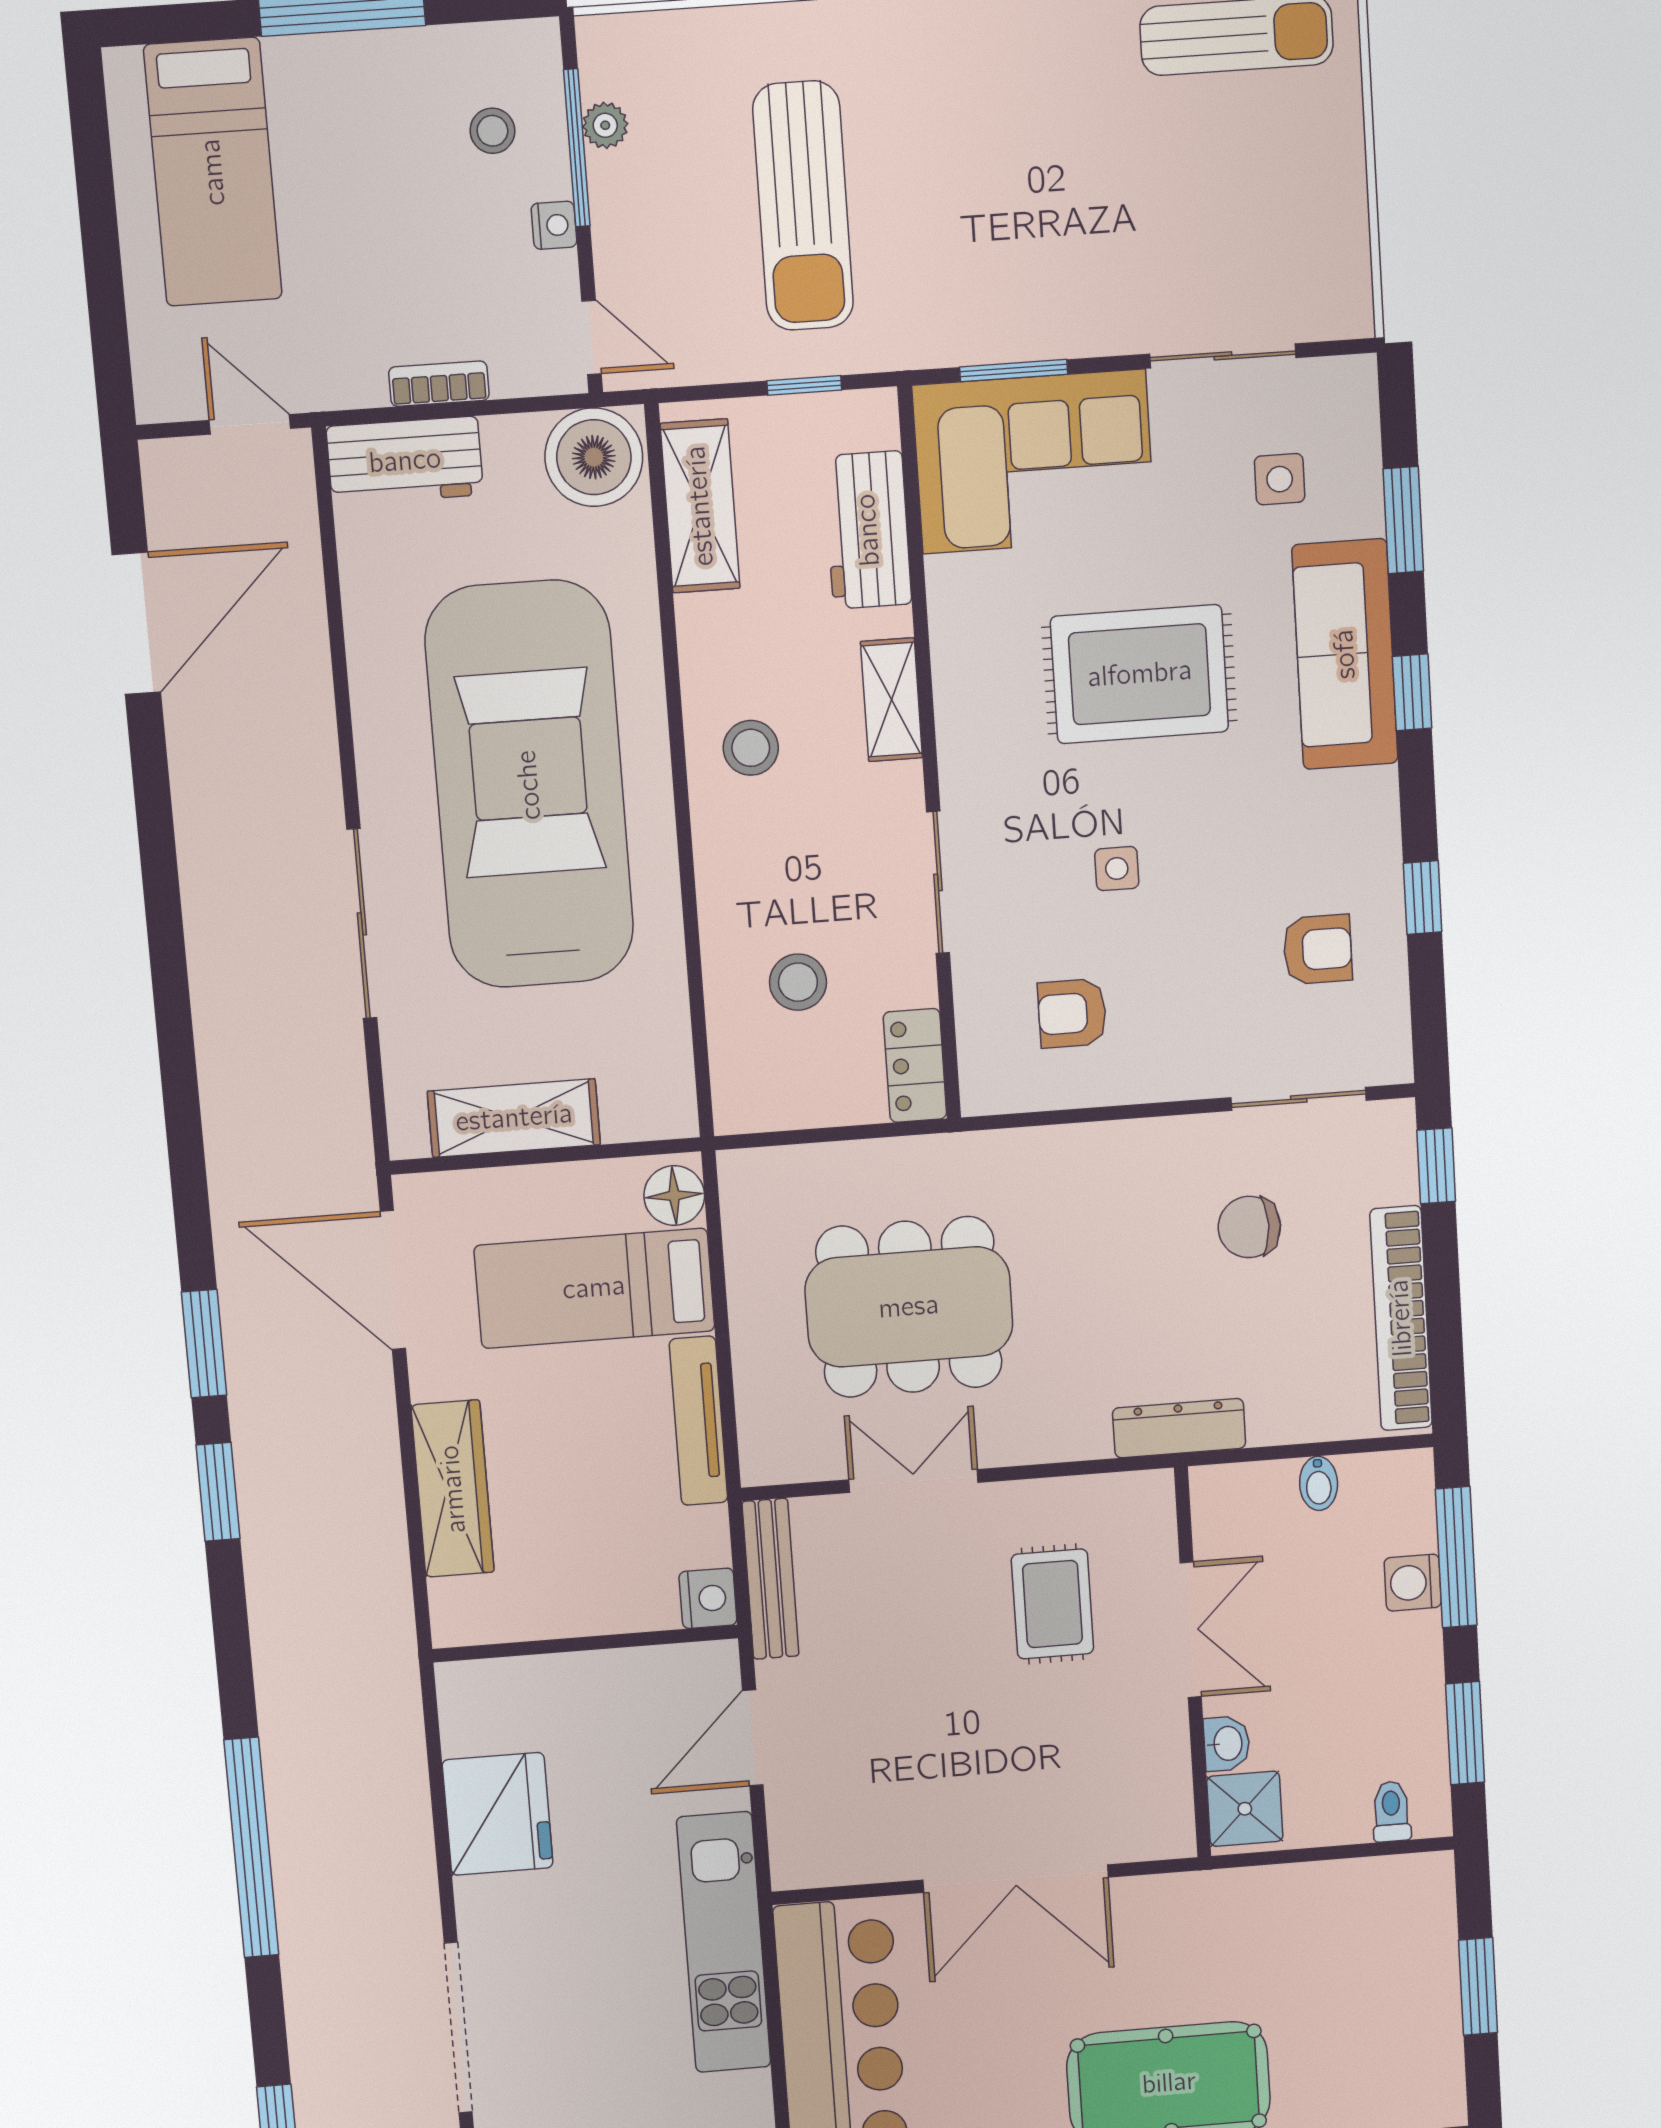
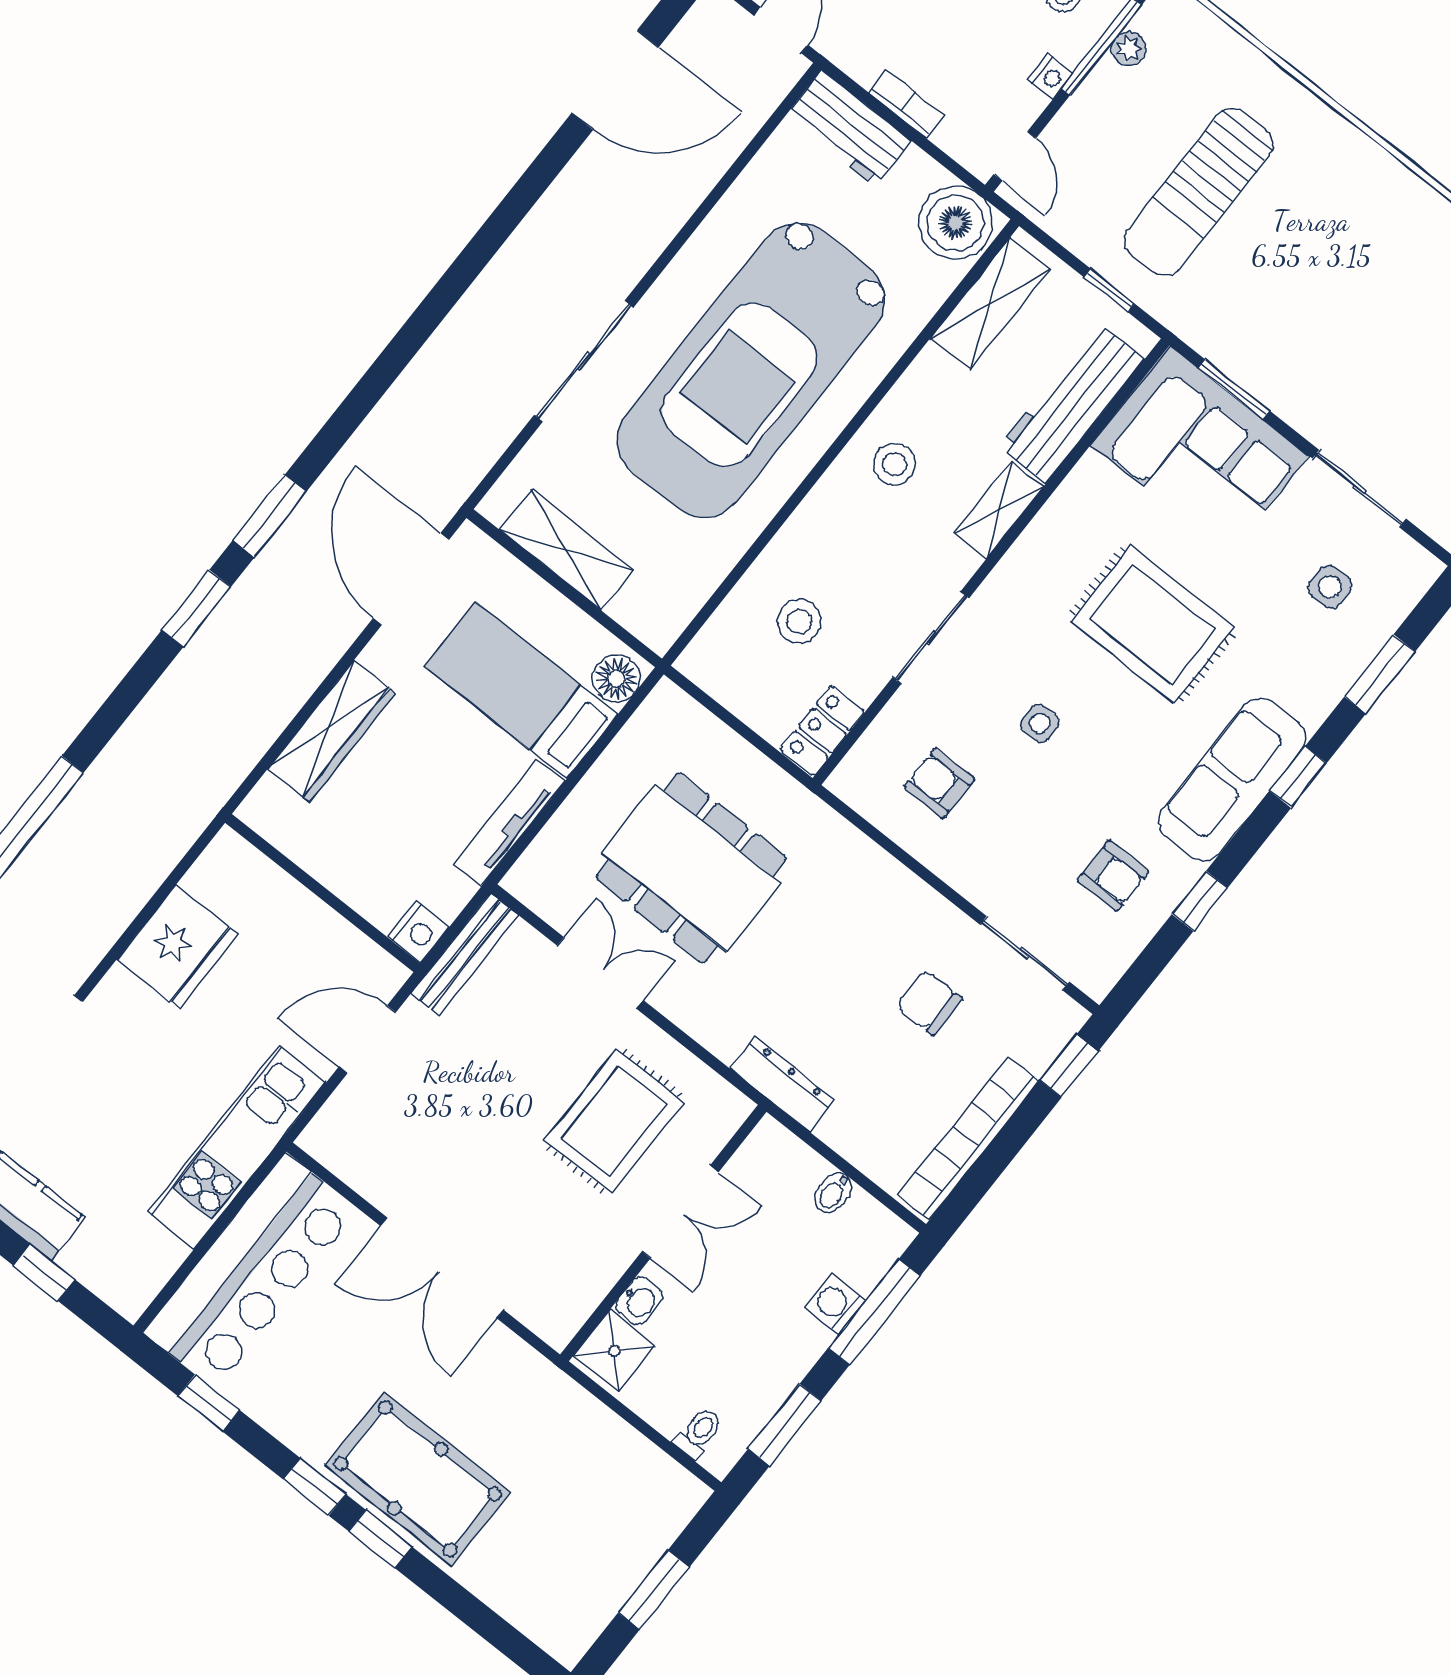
workbench: (868, 530) -> (1072, 403), width x1.38
sofa: (1345, 654) -> (1232, 780), moved
car: (529, 785) -> (751, 370), turned 180
rug: (1052, 1604) -> (614, 1121), width x1.36, depth x1.43

